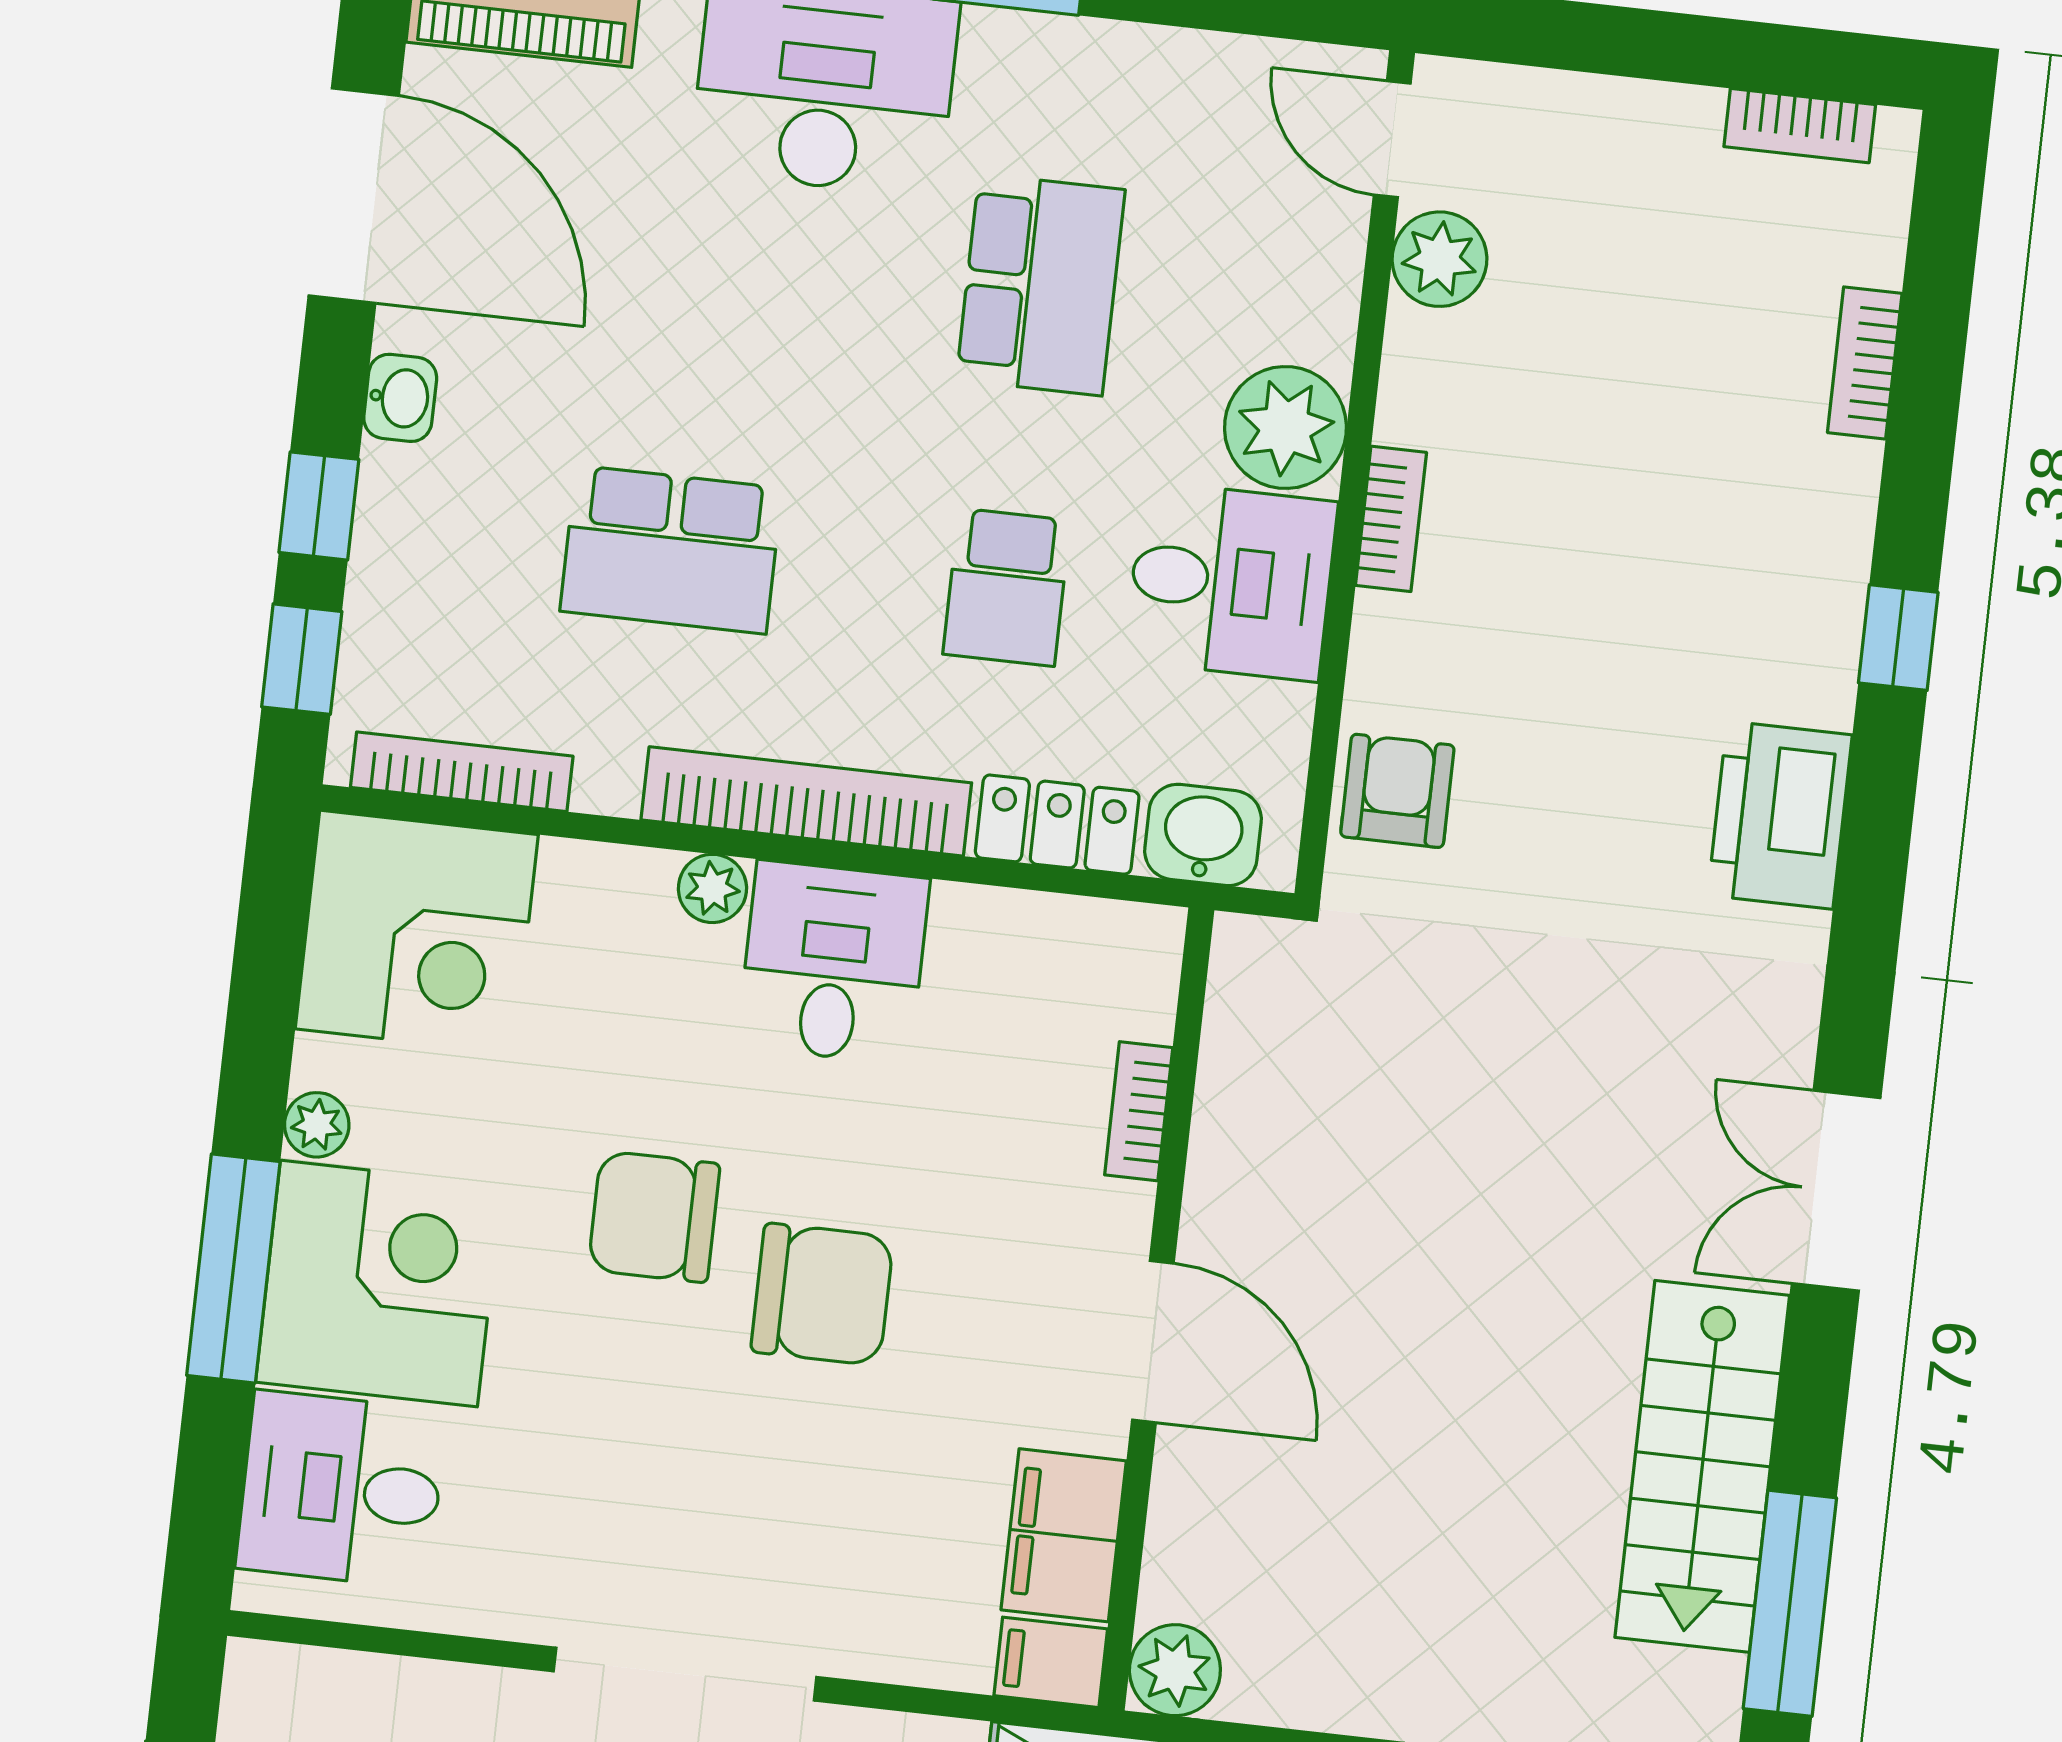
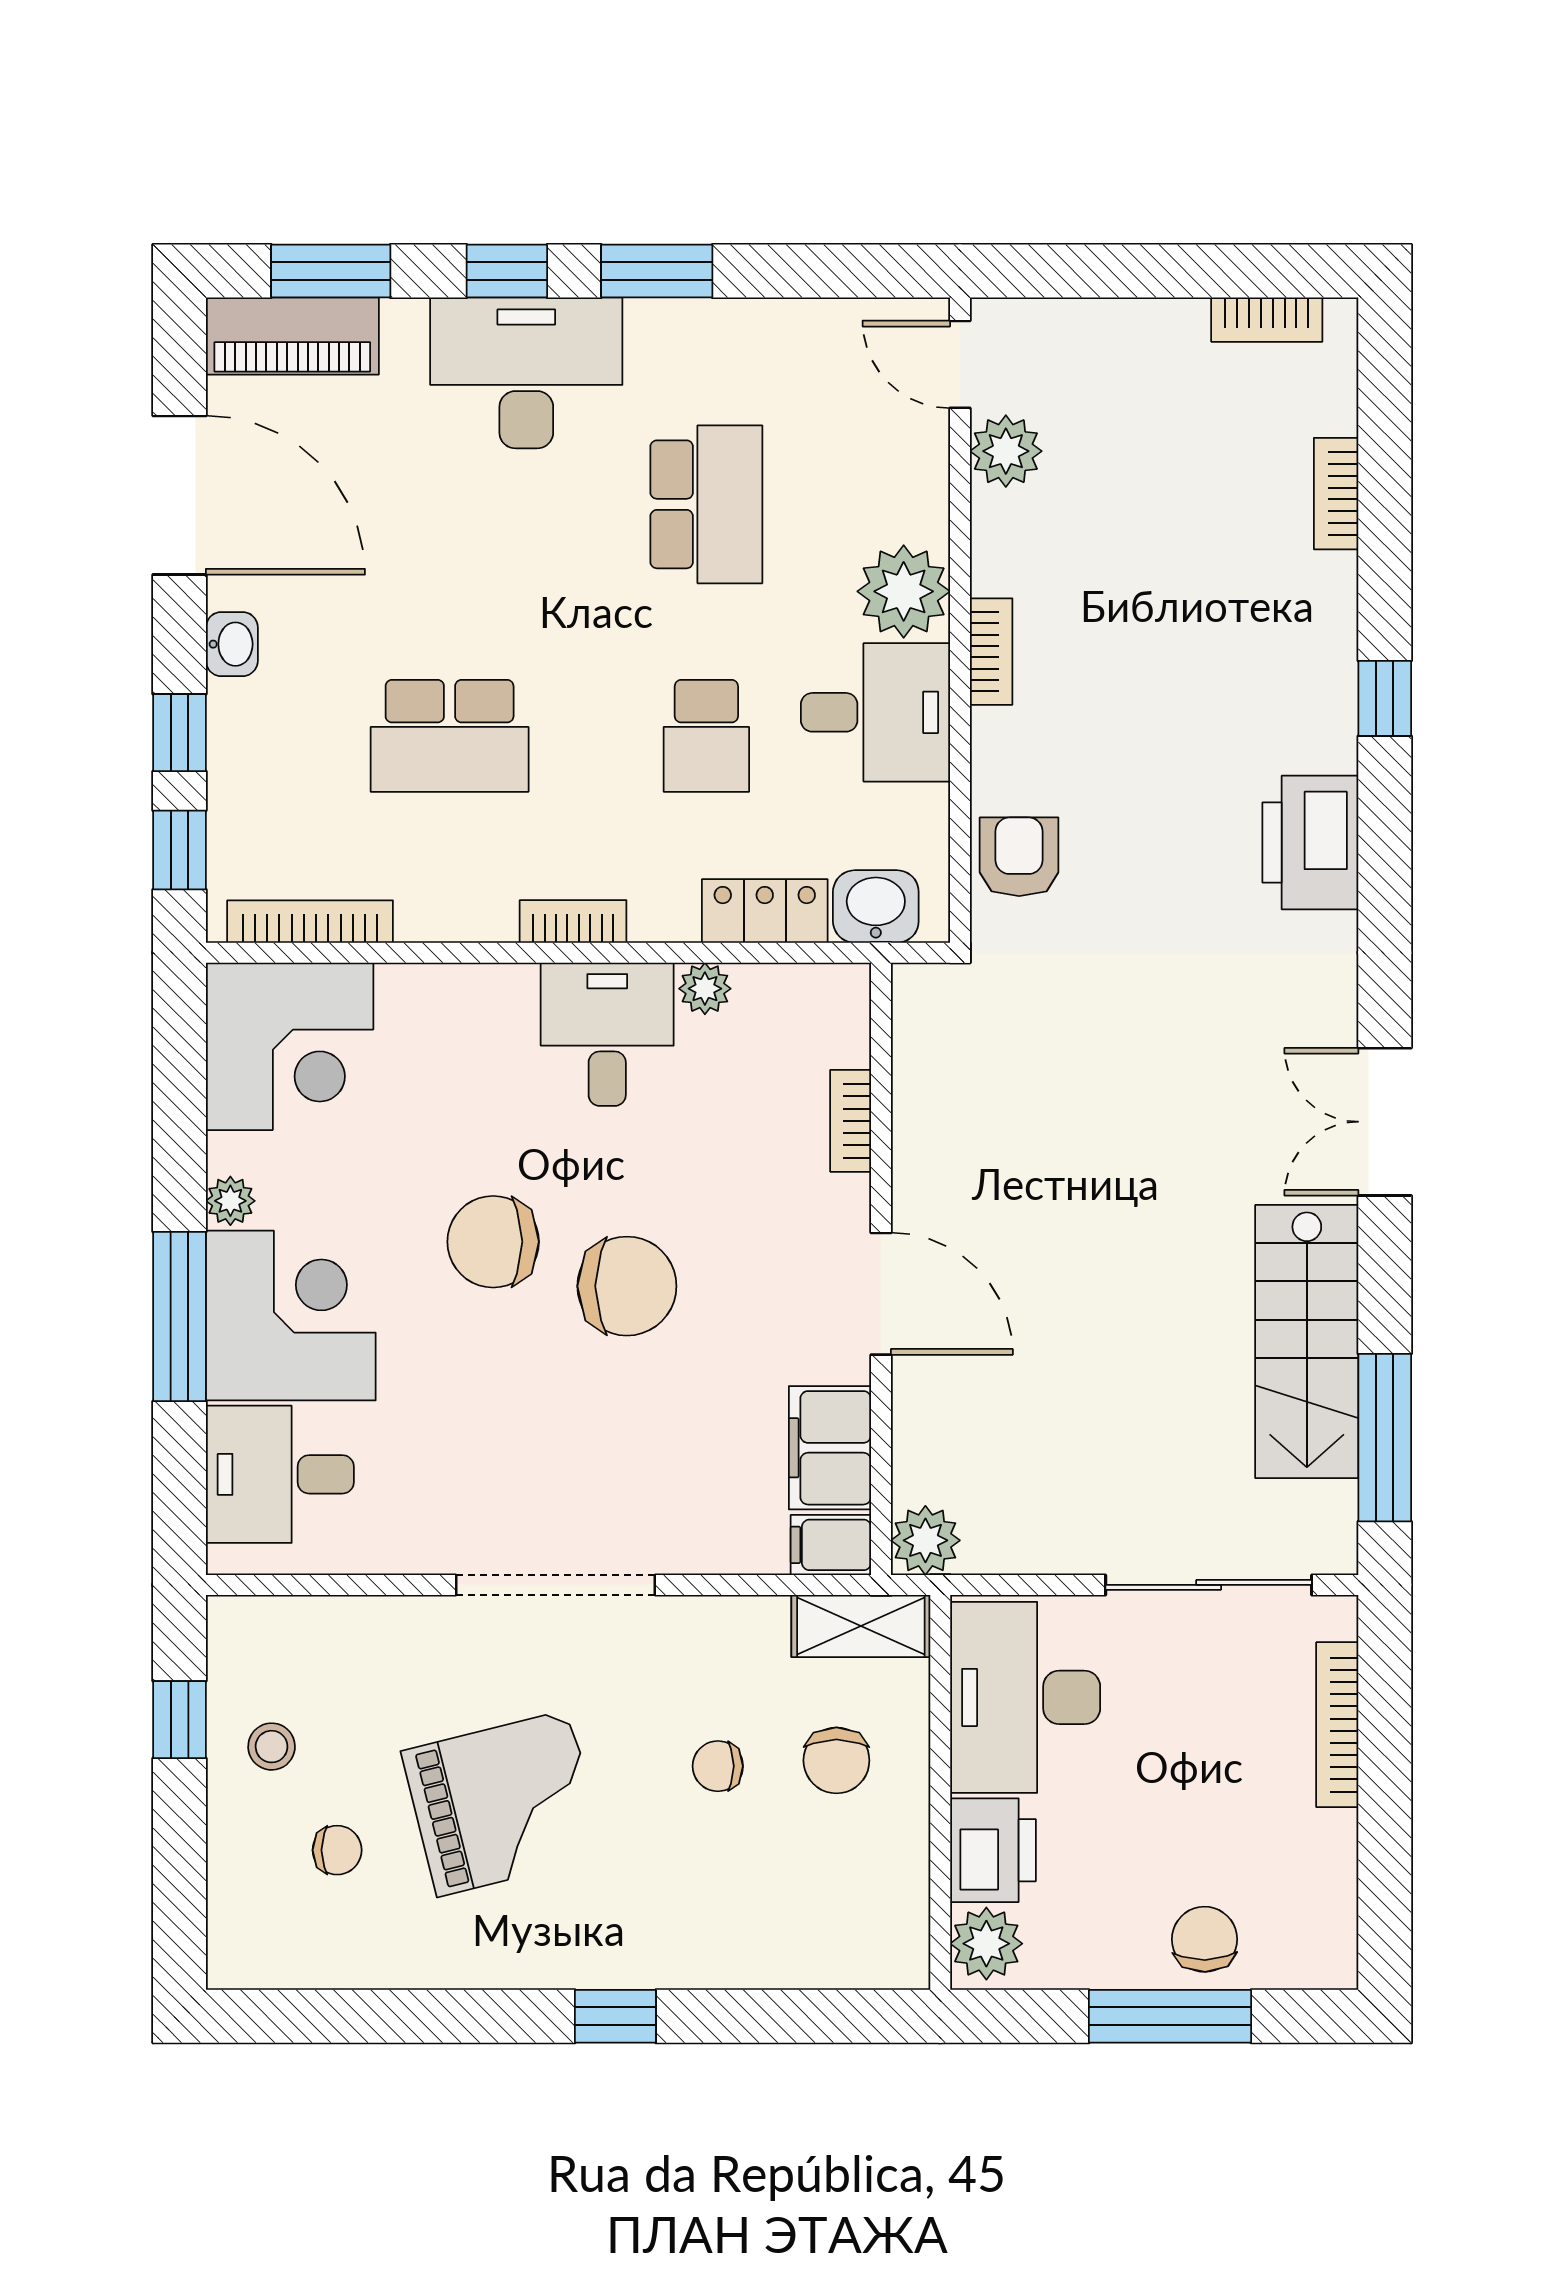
bookcase: (806, 801) -> (573, 921), width x0.43, depth x0.76
plant: (712, 888) -> (705, 989), moved

